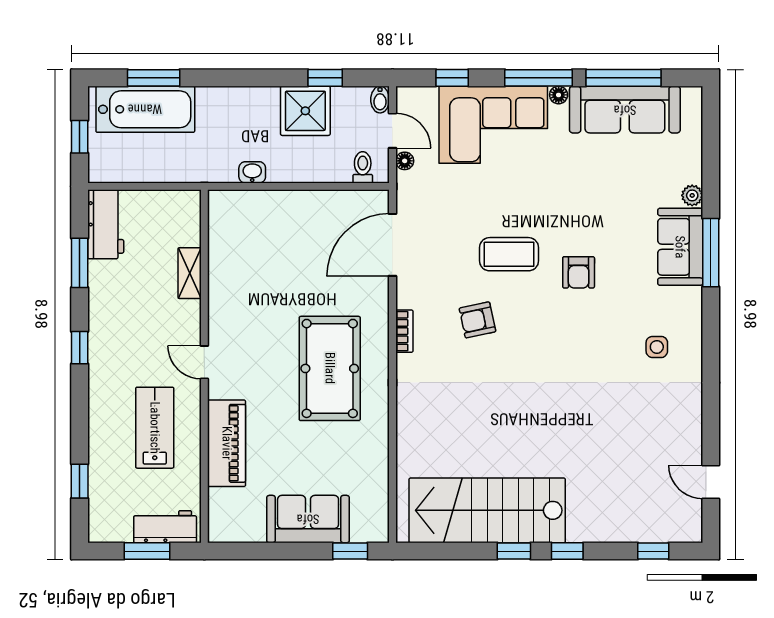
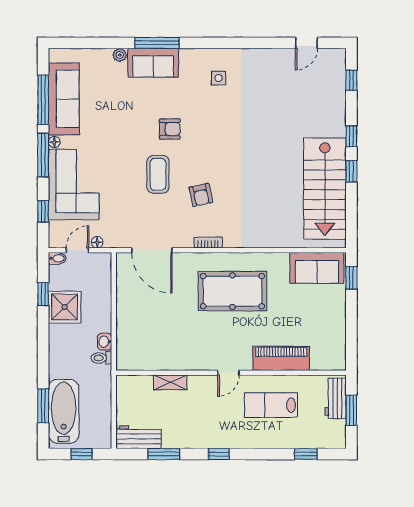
toilet: (363, 167) -> (101, 358), moved
sofa: (308, 519) -> (317, 268), moved, turned -90

